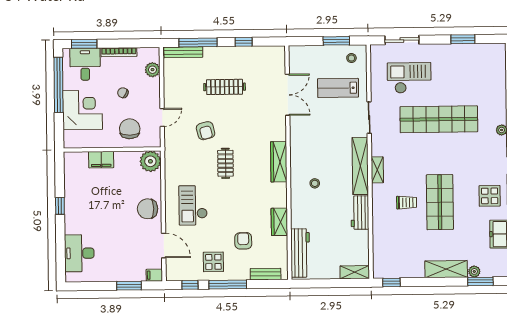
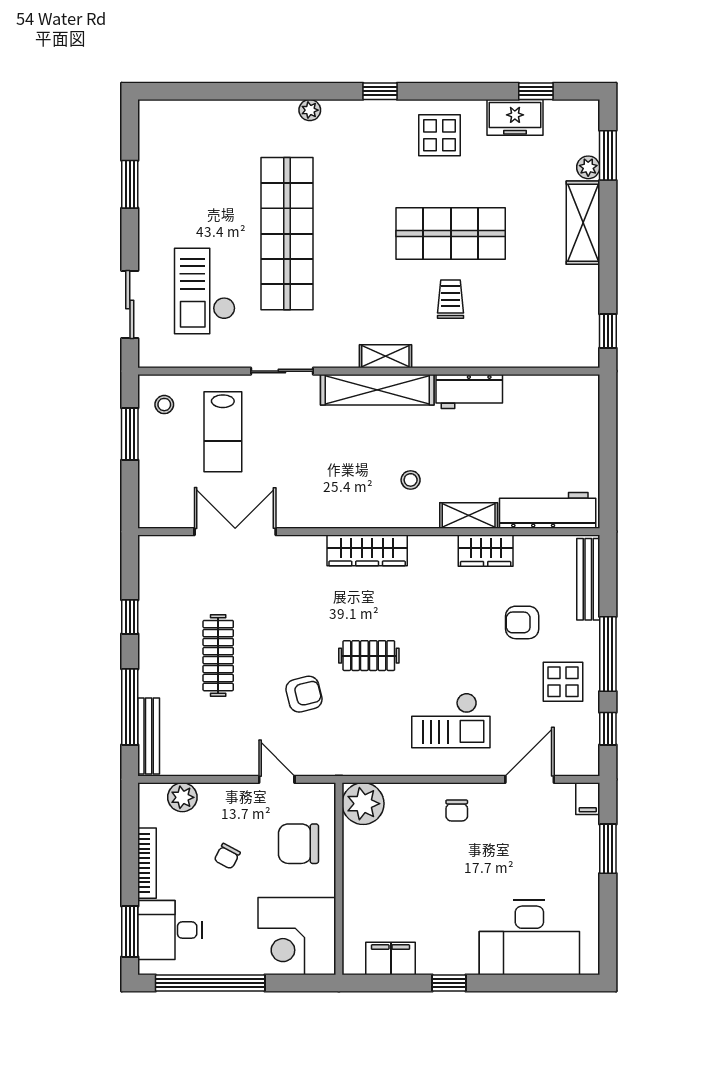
corner desk: (83, 110) -> (297, 936), moved, turned -90
filing cabinet: (101, 160) -> (391, 958), moved, turned -90
chair: (148, 209) -> (457, 810), width x0.54, depth x0.54
desk: (79, 253) -> (529, 937), width x1.36, depth x1.30
shelving: (355, 272) -> (469, 515), moved, turned 90
bench: (266, 274) -> (588, 579), width x1.36

